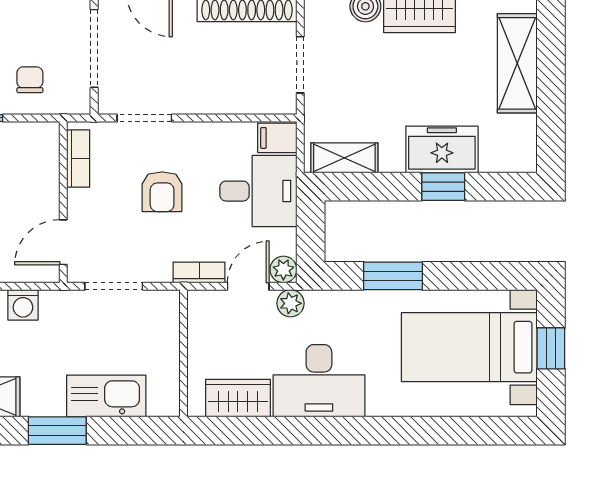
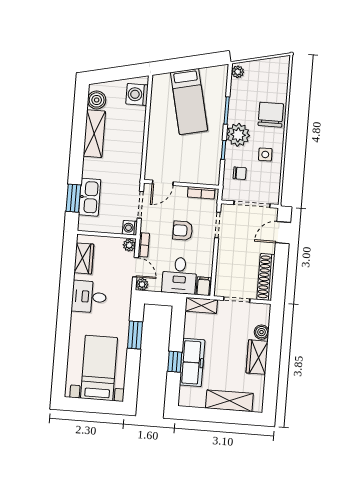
freezer: (442, 149) -> (192, 362), width x1.40
shelving: (344, 158) -> (201, 305), moved, turned 90
door: (63, 242) -> (163, 183), swing flipped
plant: (291, 303) -> (129, 245), moved
washing machine: (23, 305) -> (130, 228), moved
window: (551, 348) -> (96, 406), removed
desk: (319, 381) -> (89, 297), width x0.73
window: (57, 431) -> (73, 198), moved

